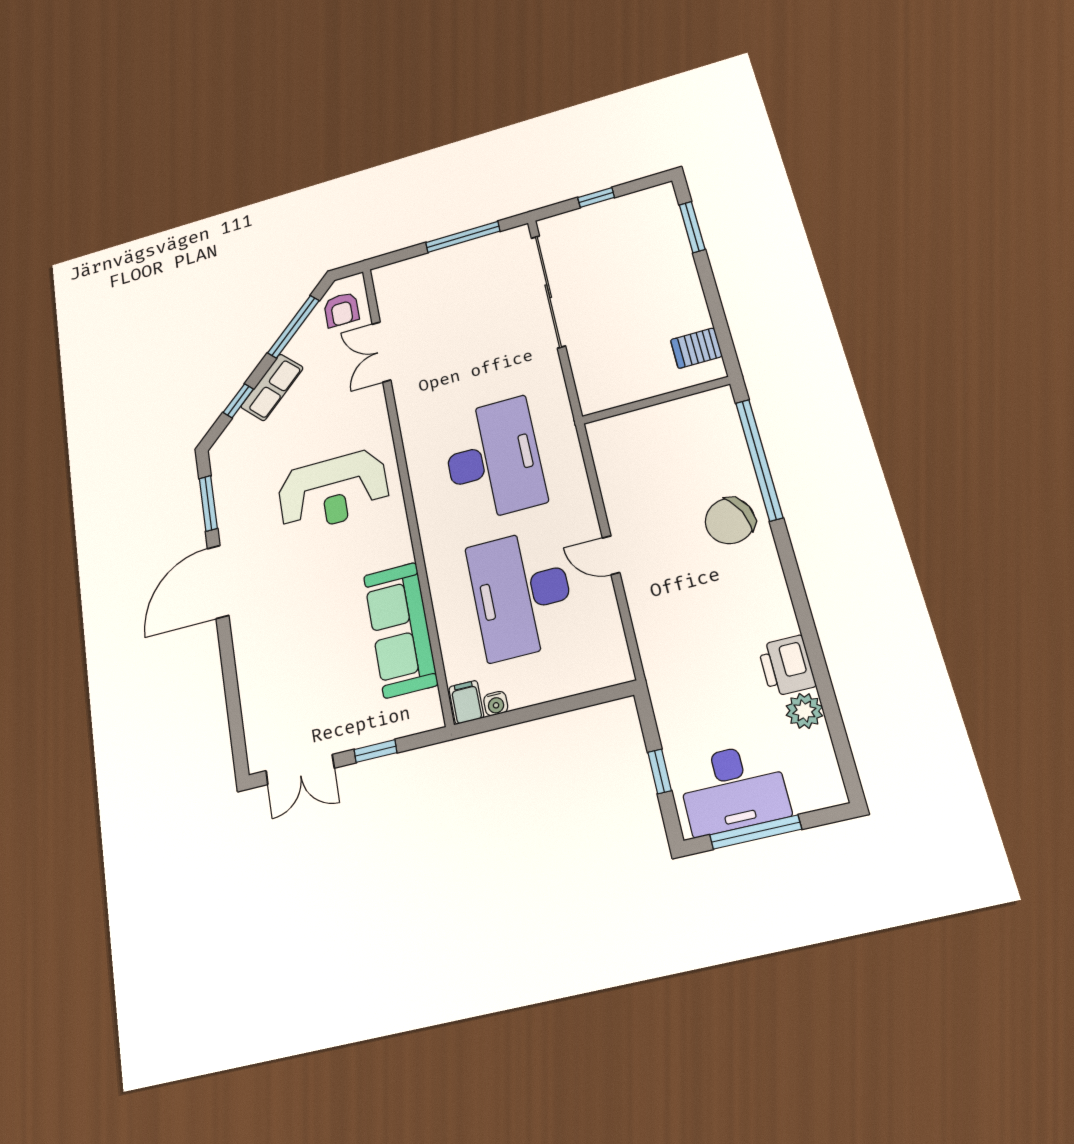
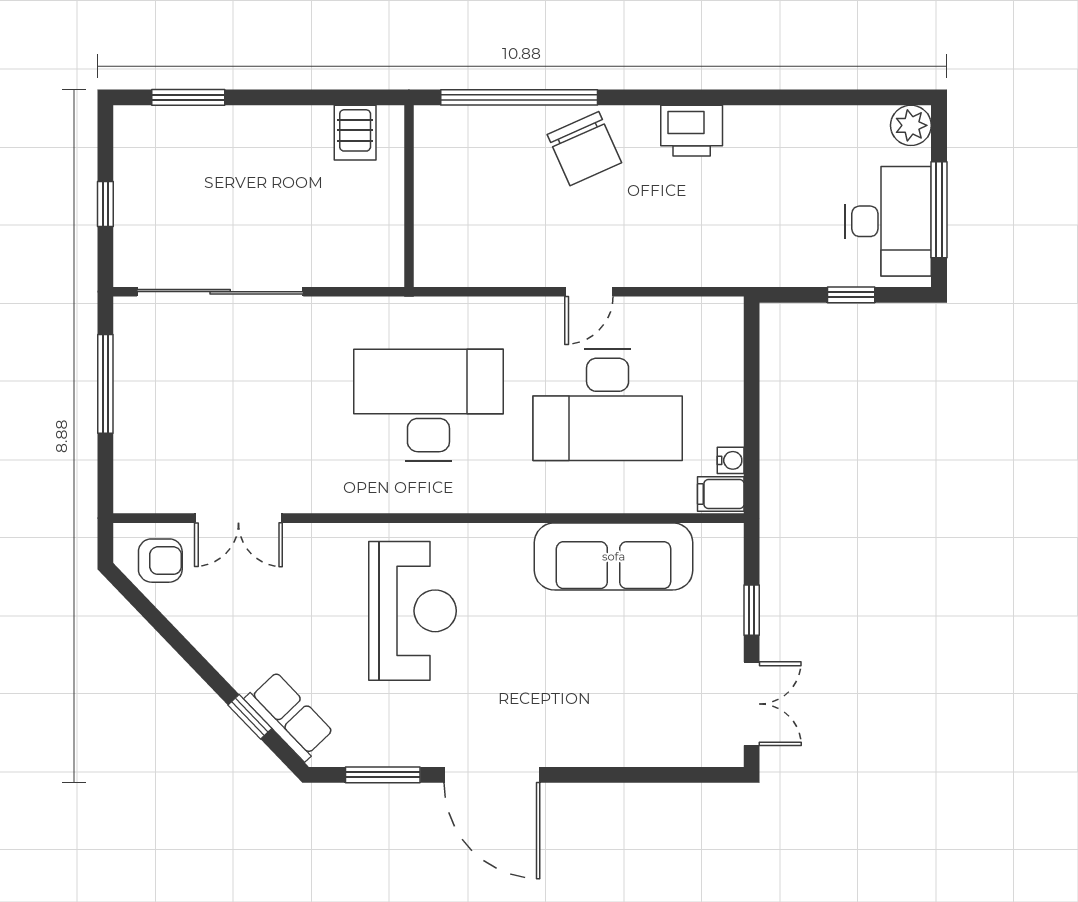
window: (293, 327) -> (165, 628), removed
row of seats: (272, 387) -> (289, 716), moved
printer: (787, 666) -> (692, 131), moved
plant: (804, 711) -> (911, 125), moved

